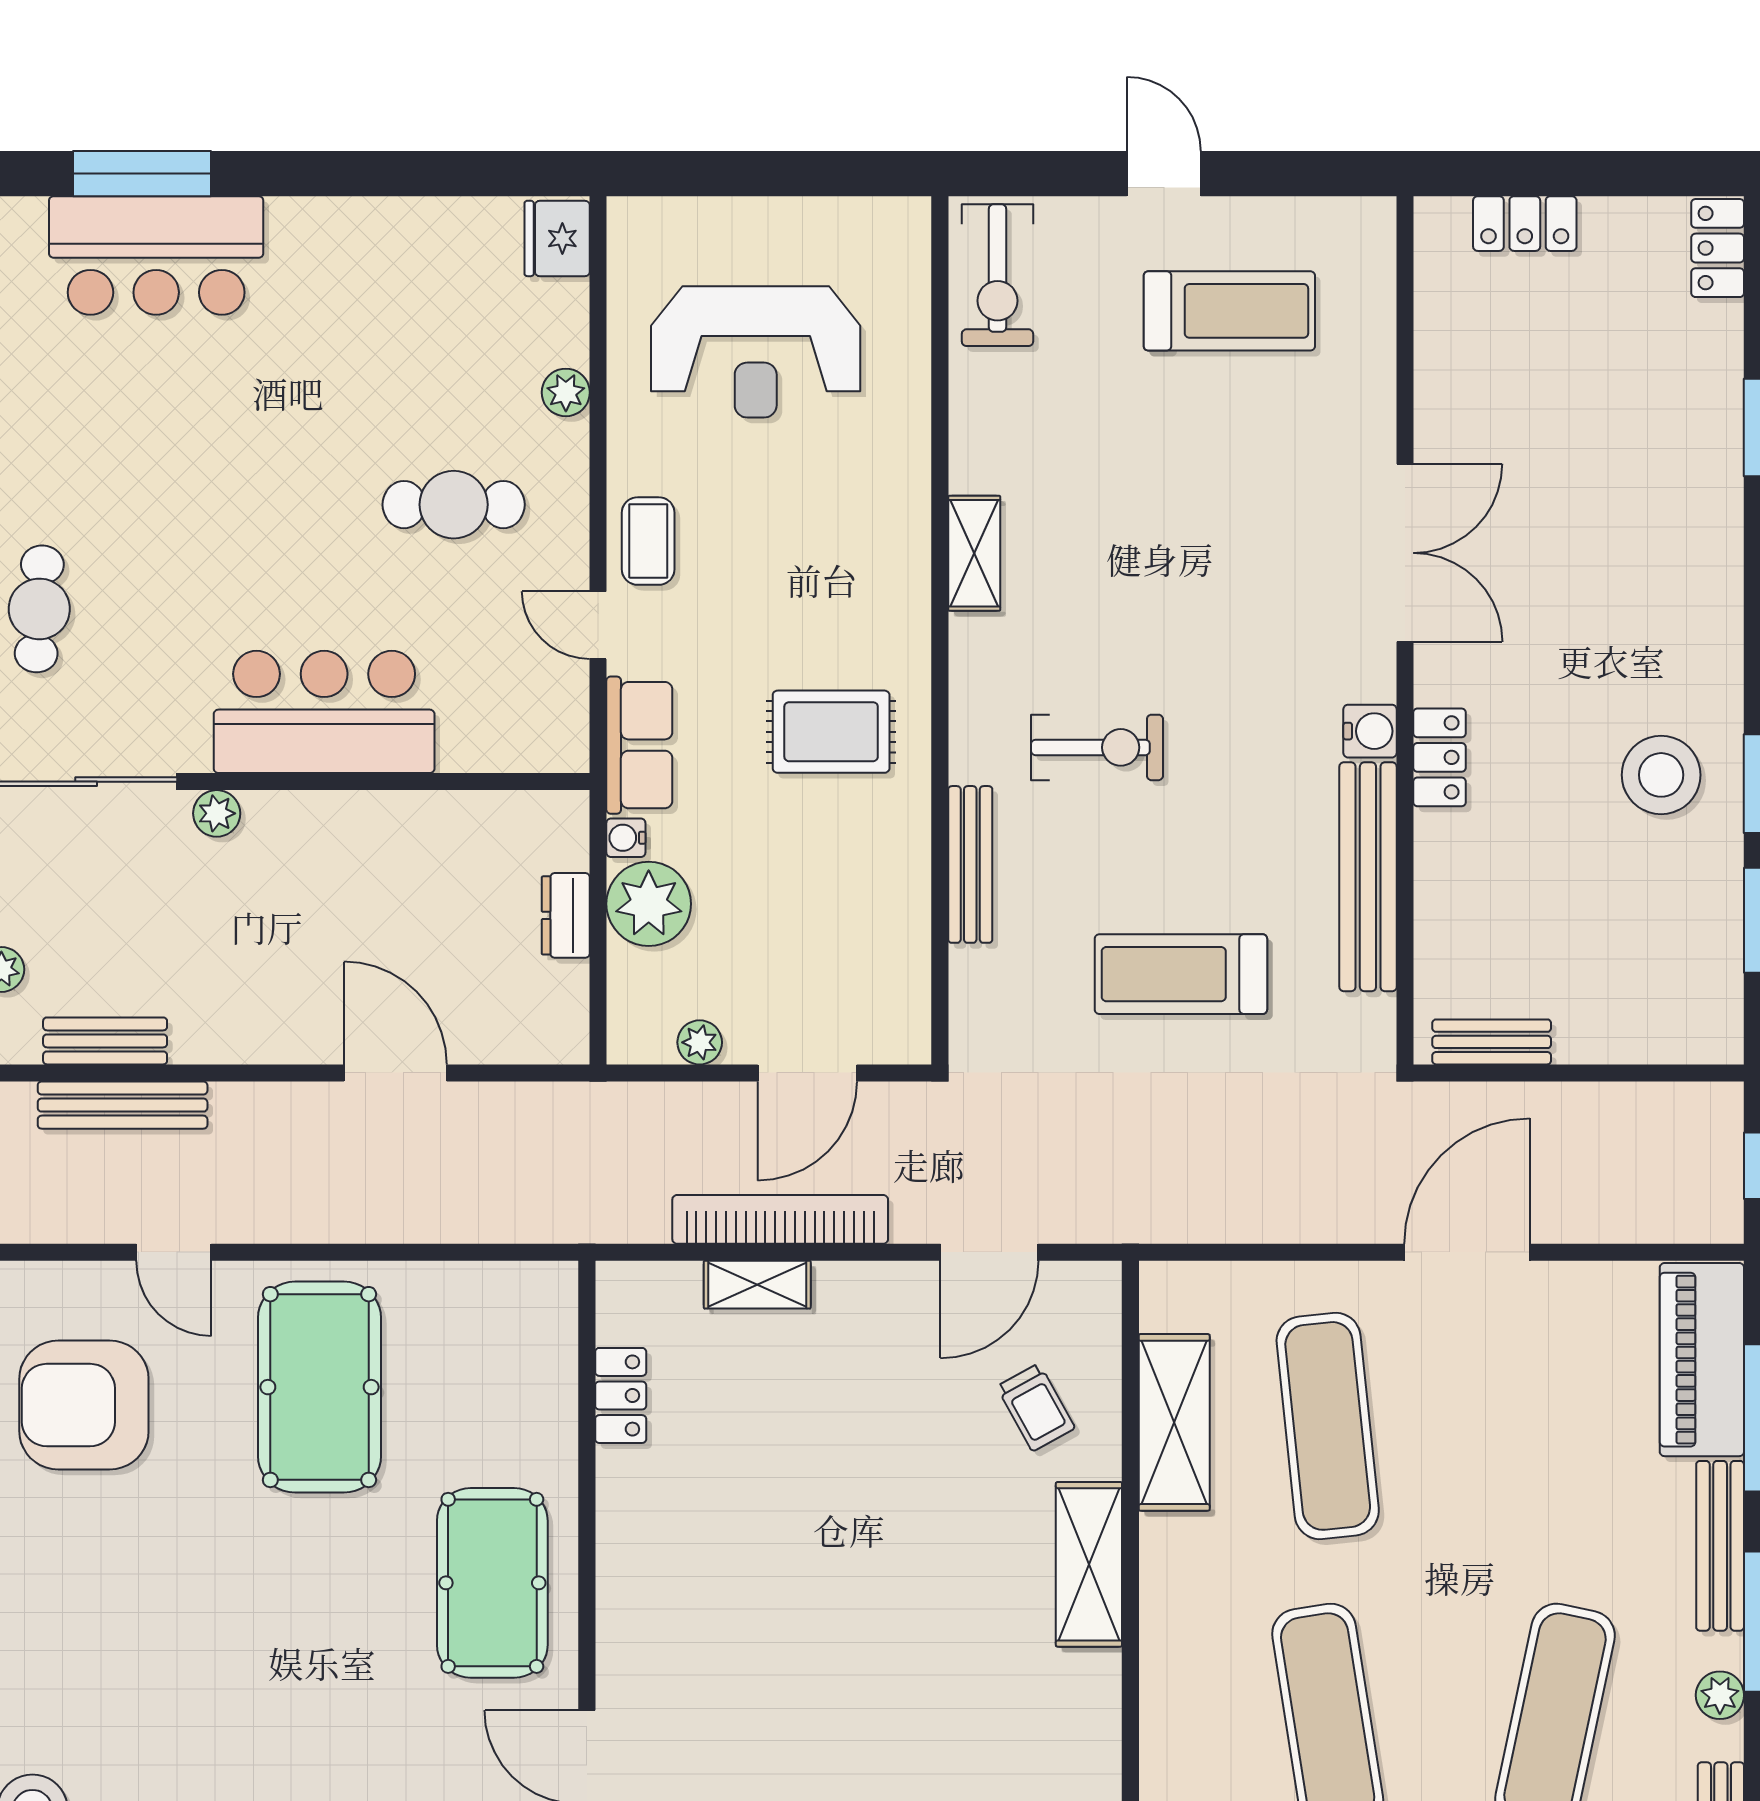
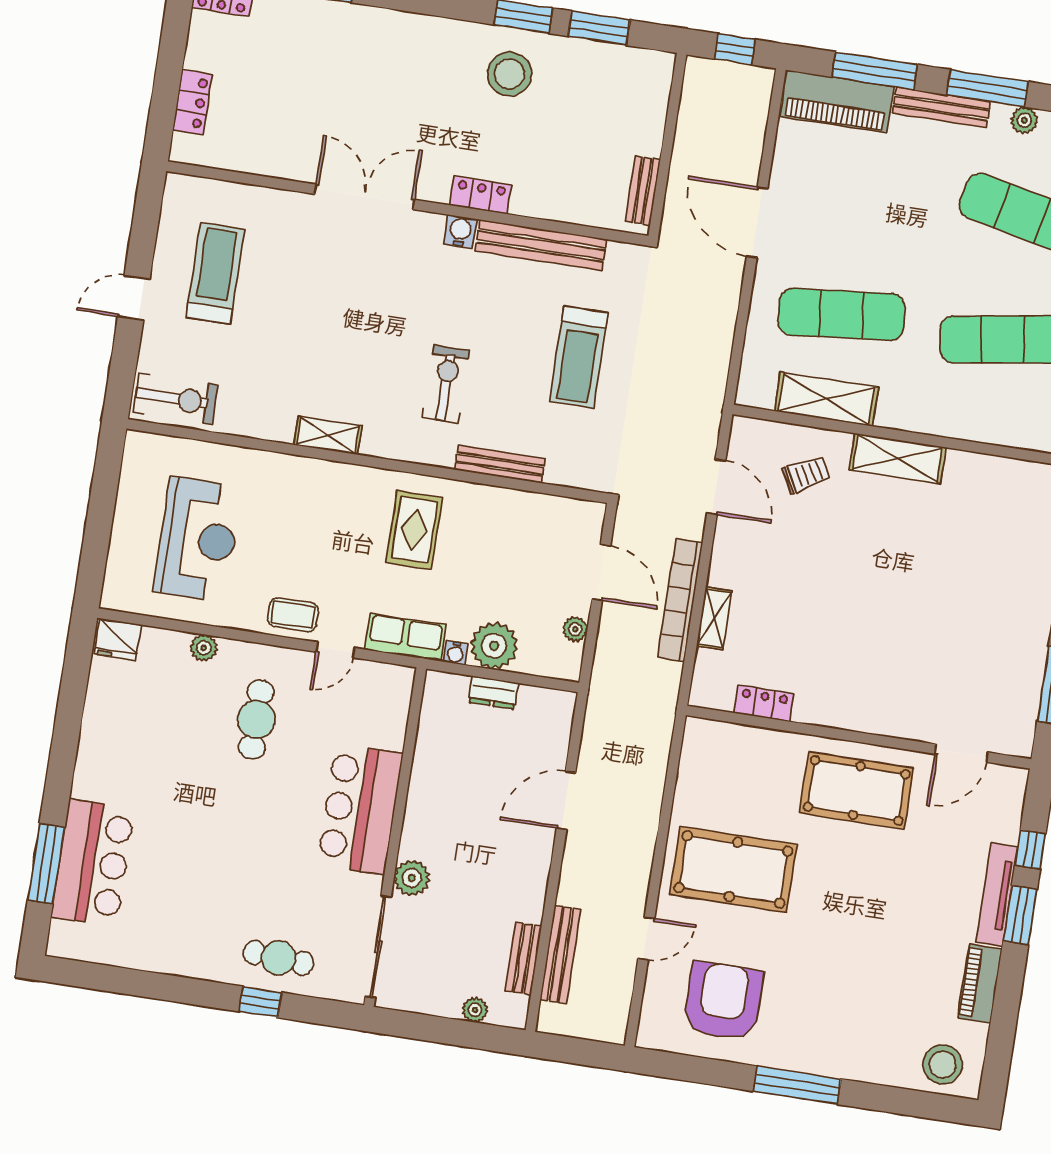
plant: (217, 813) -> (412, 878), width x1.38, depth x1.38
armchair: (84, 1405) -> (723, 1001), turned 180

